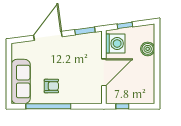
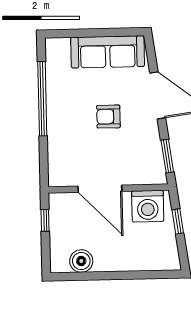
boiler: (148, 49) -> (81, 261), moved
sofa: (21, 81) -> (108, 52), moved
armchair: (51, 86) -> (108, 117), moved, turned 90

